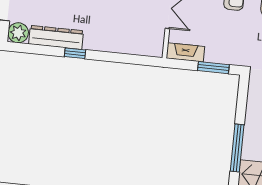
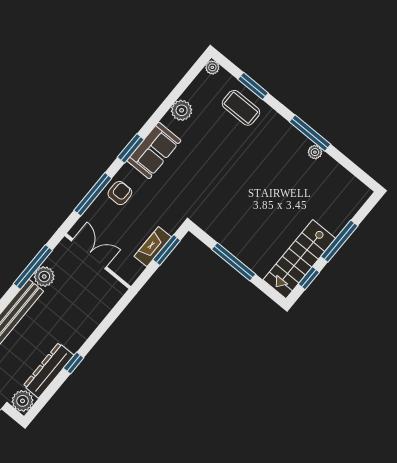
fireplace: (185, 52) -> (153, 247), moved
window: (237, 148) -> (234, 262), moved

